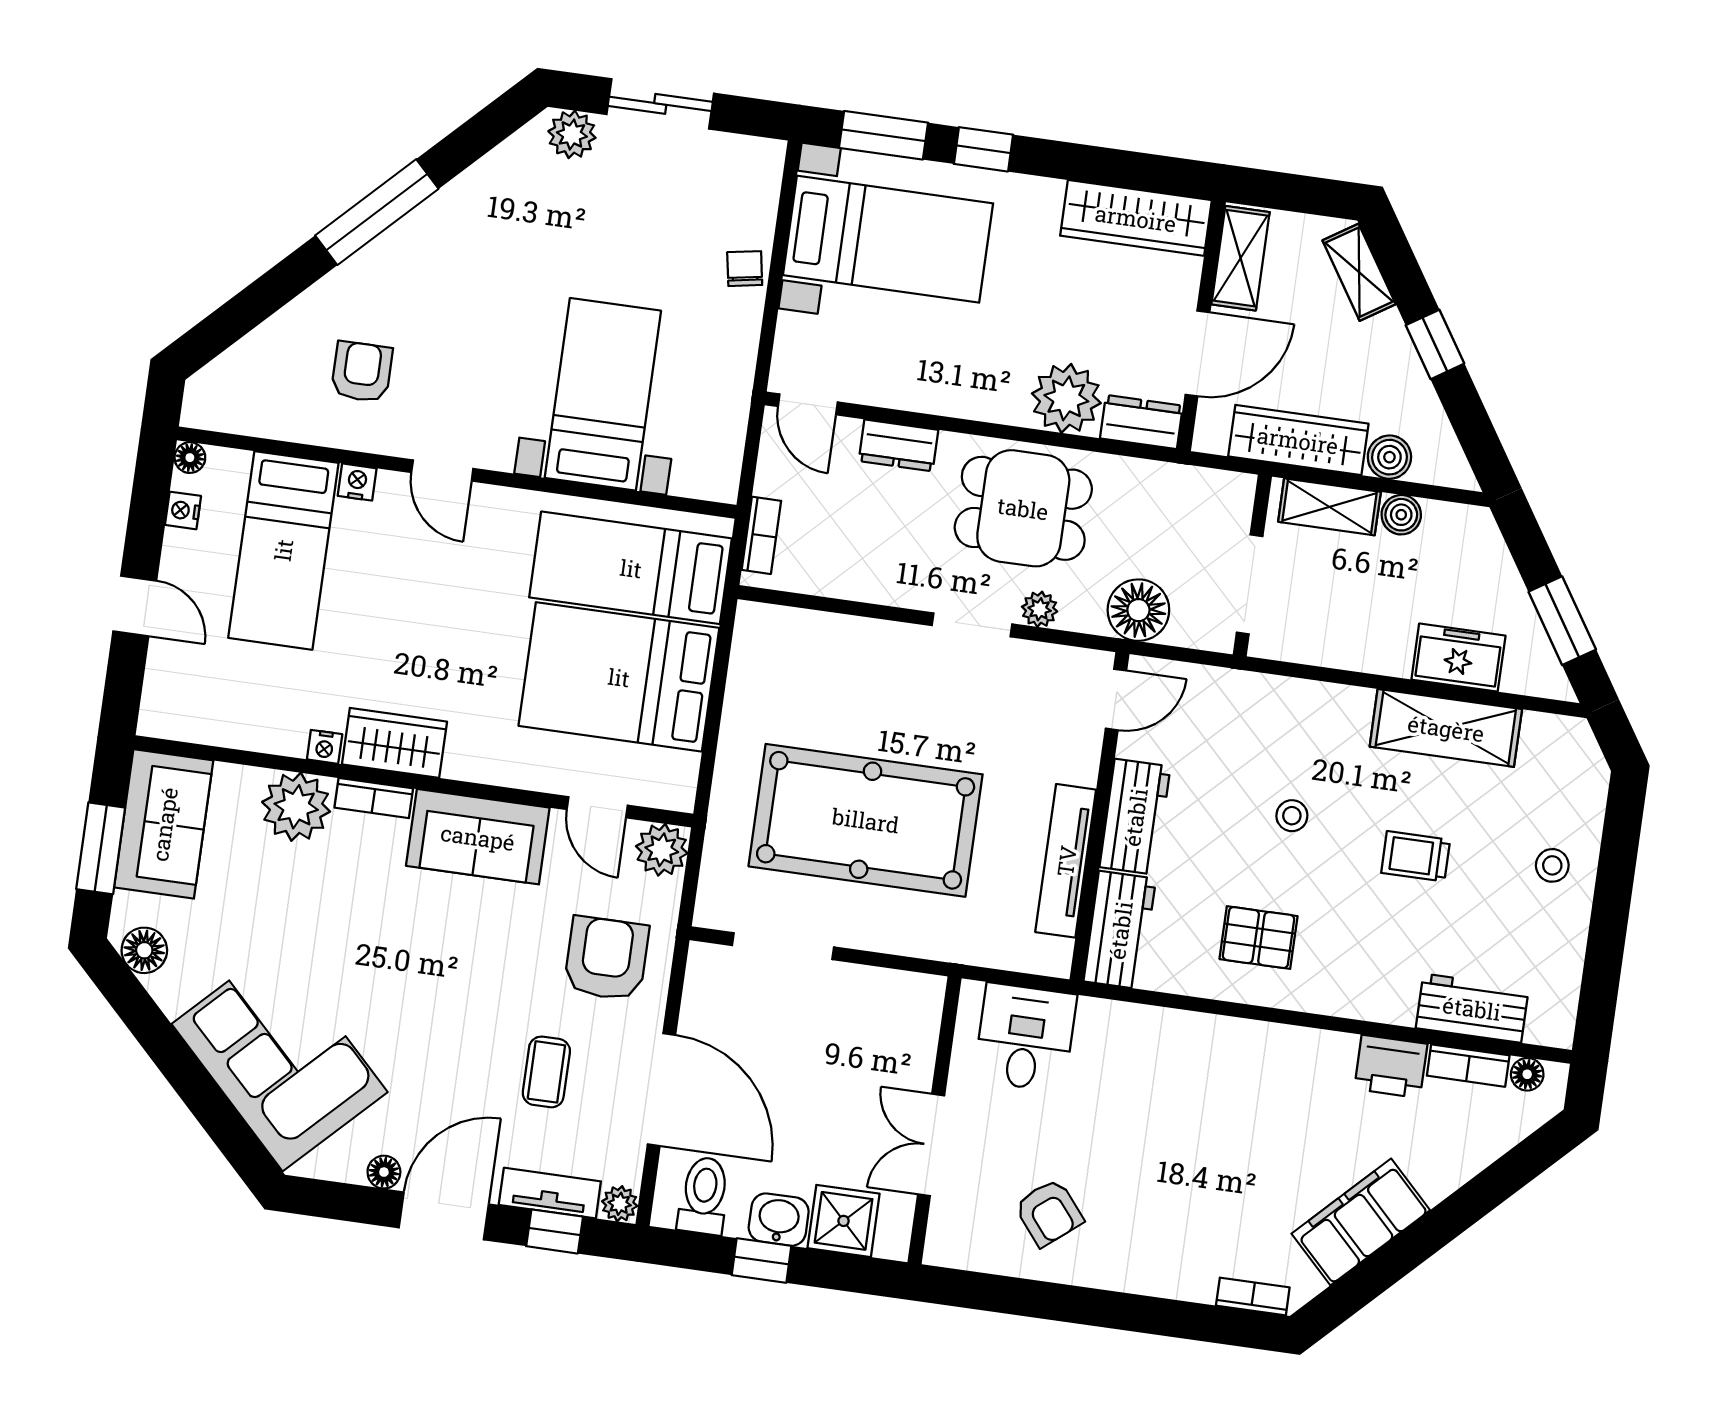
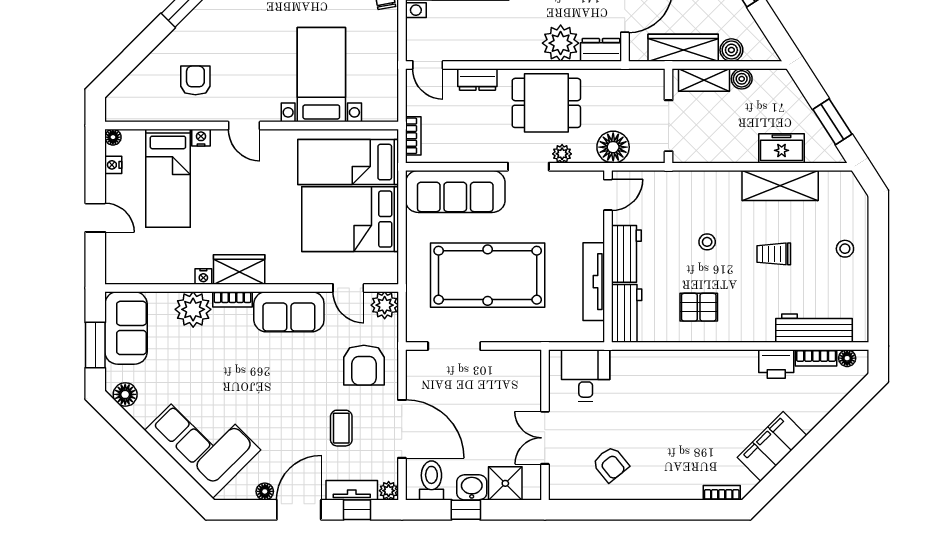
sofa: (826, 652) -> (455, 191), added
armchair: (606, 958) -> (364, 365), turned 180
workbench: (1472, 1008) -> (814, 328), width x1.38

